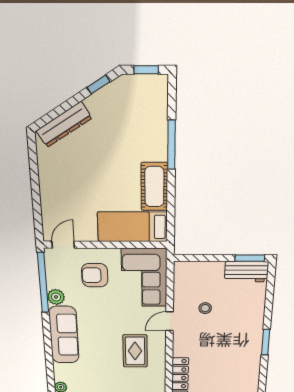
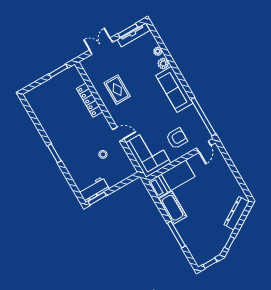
plant: (56, 297) -> (163, 63), moved
door: (170, 321) -> (118, 134), hinge flipped
rug: (135, 351) -> (117, 90), moved

